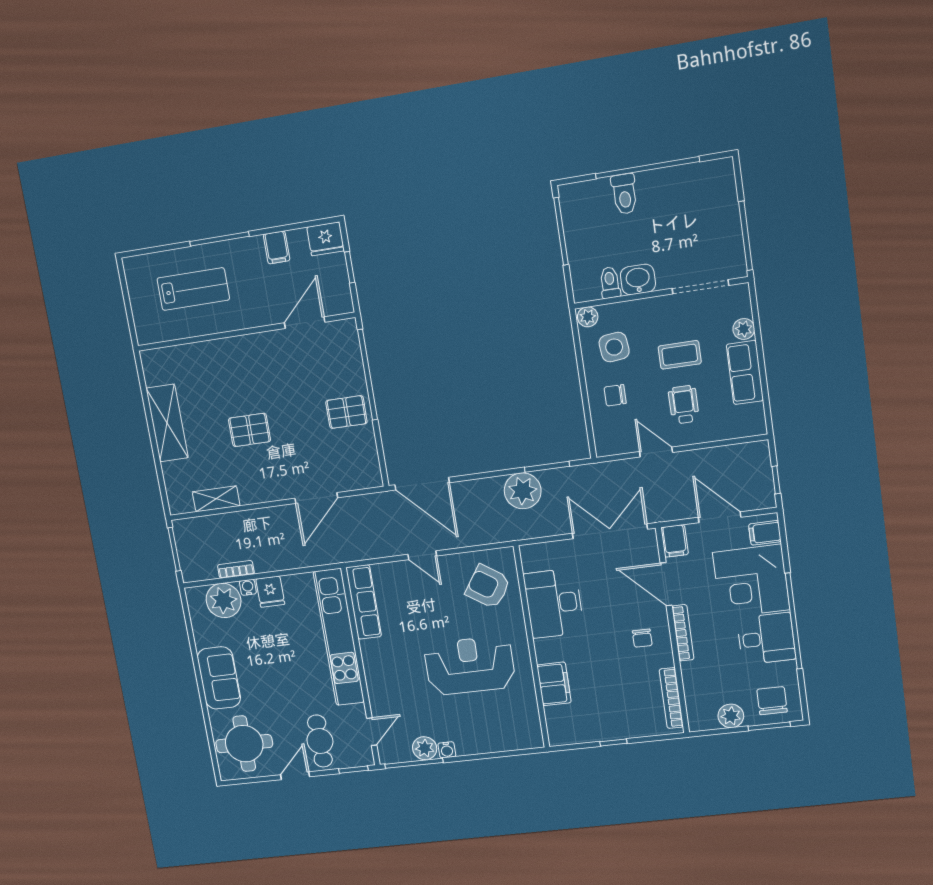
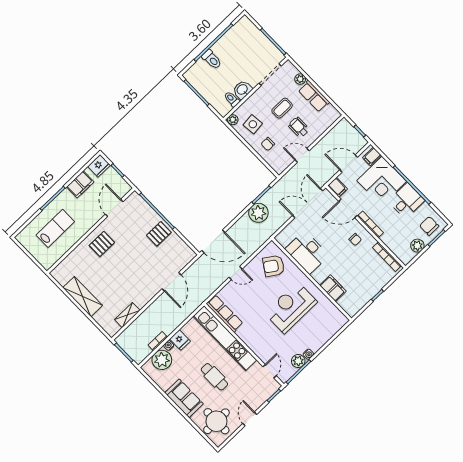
filing cabinet: (277, 247) -> (80, 184), width x2.00
pallet: (249, 430) -> (102, 244), moved
cafe table: (320, 741) -> (214, 377), moved

